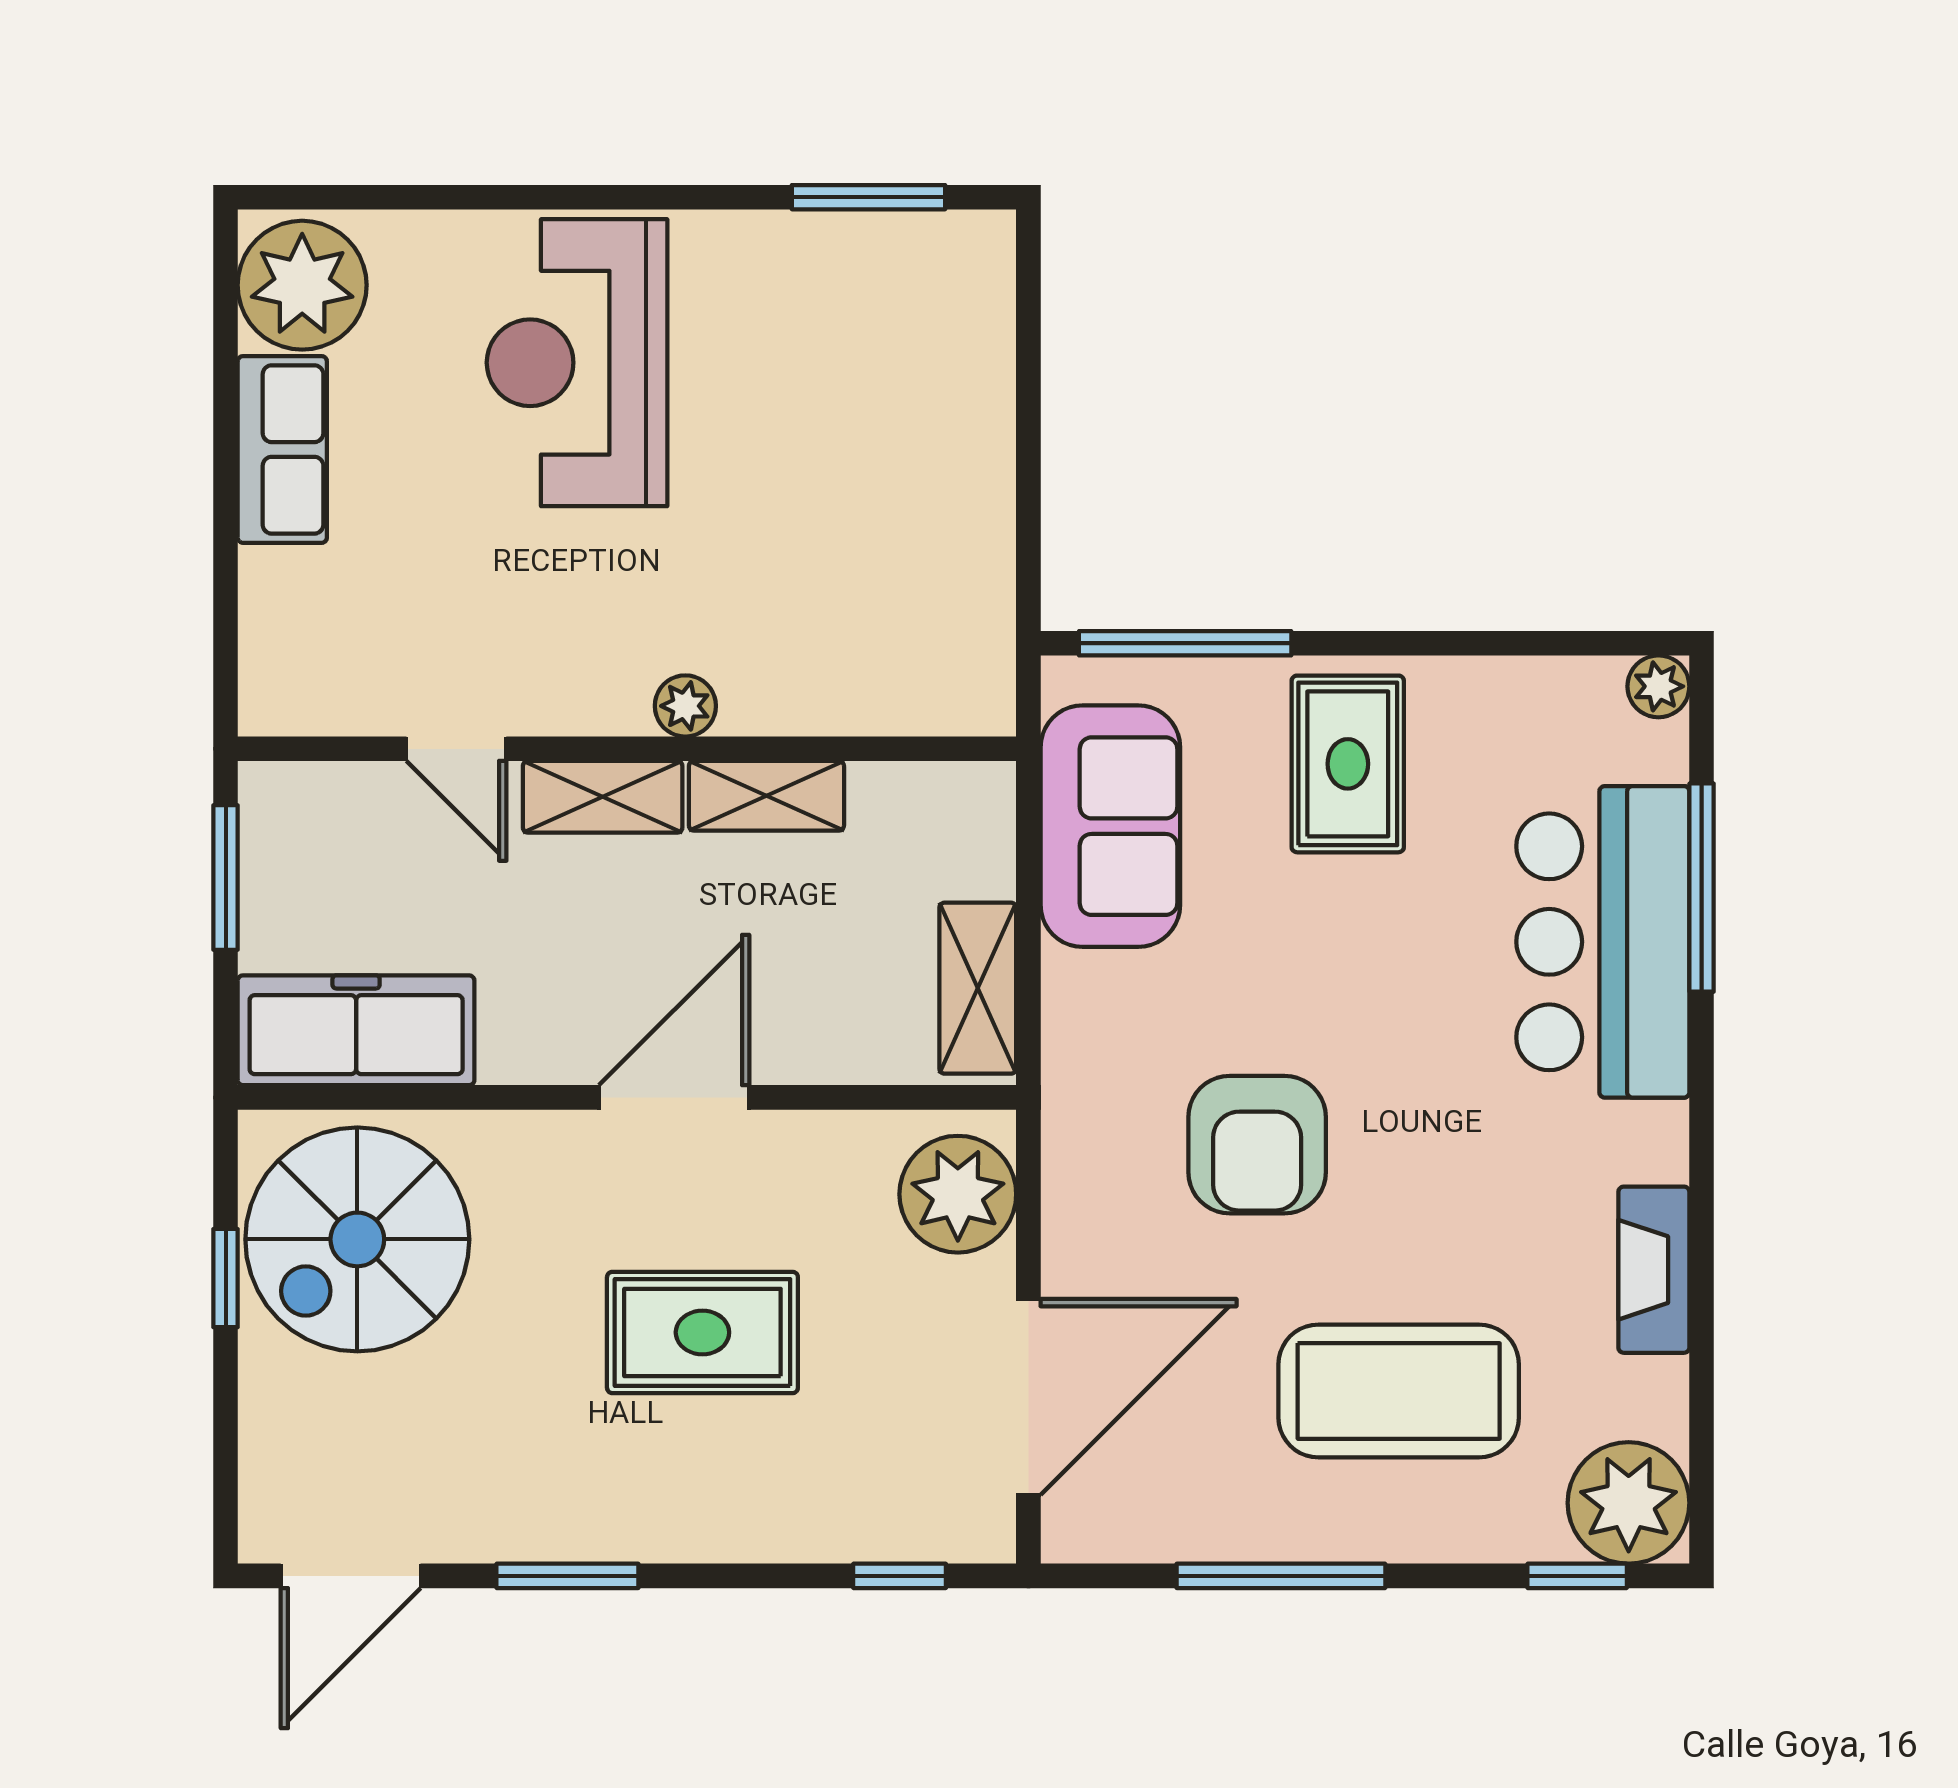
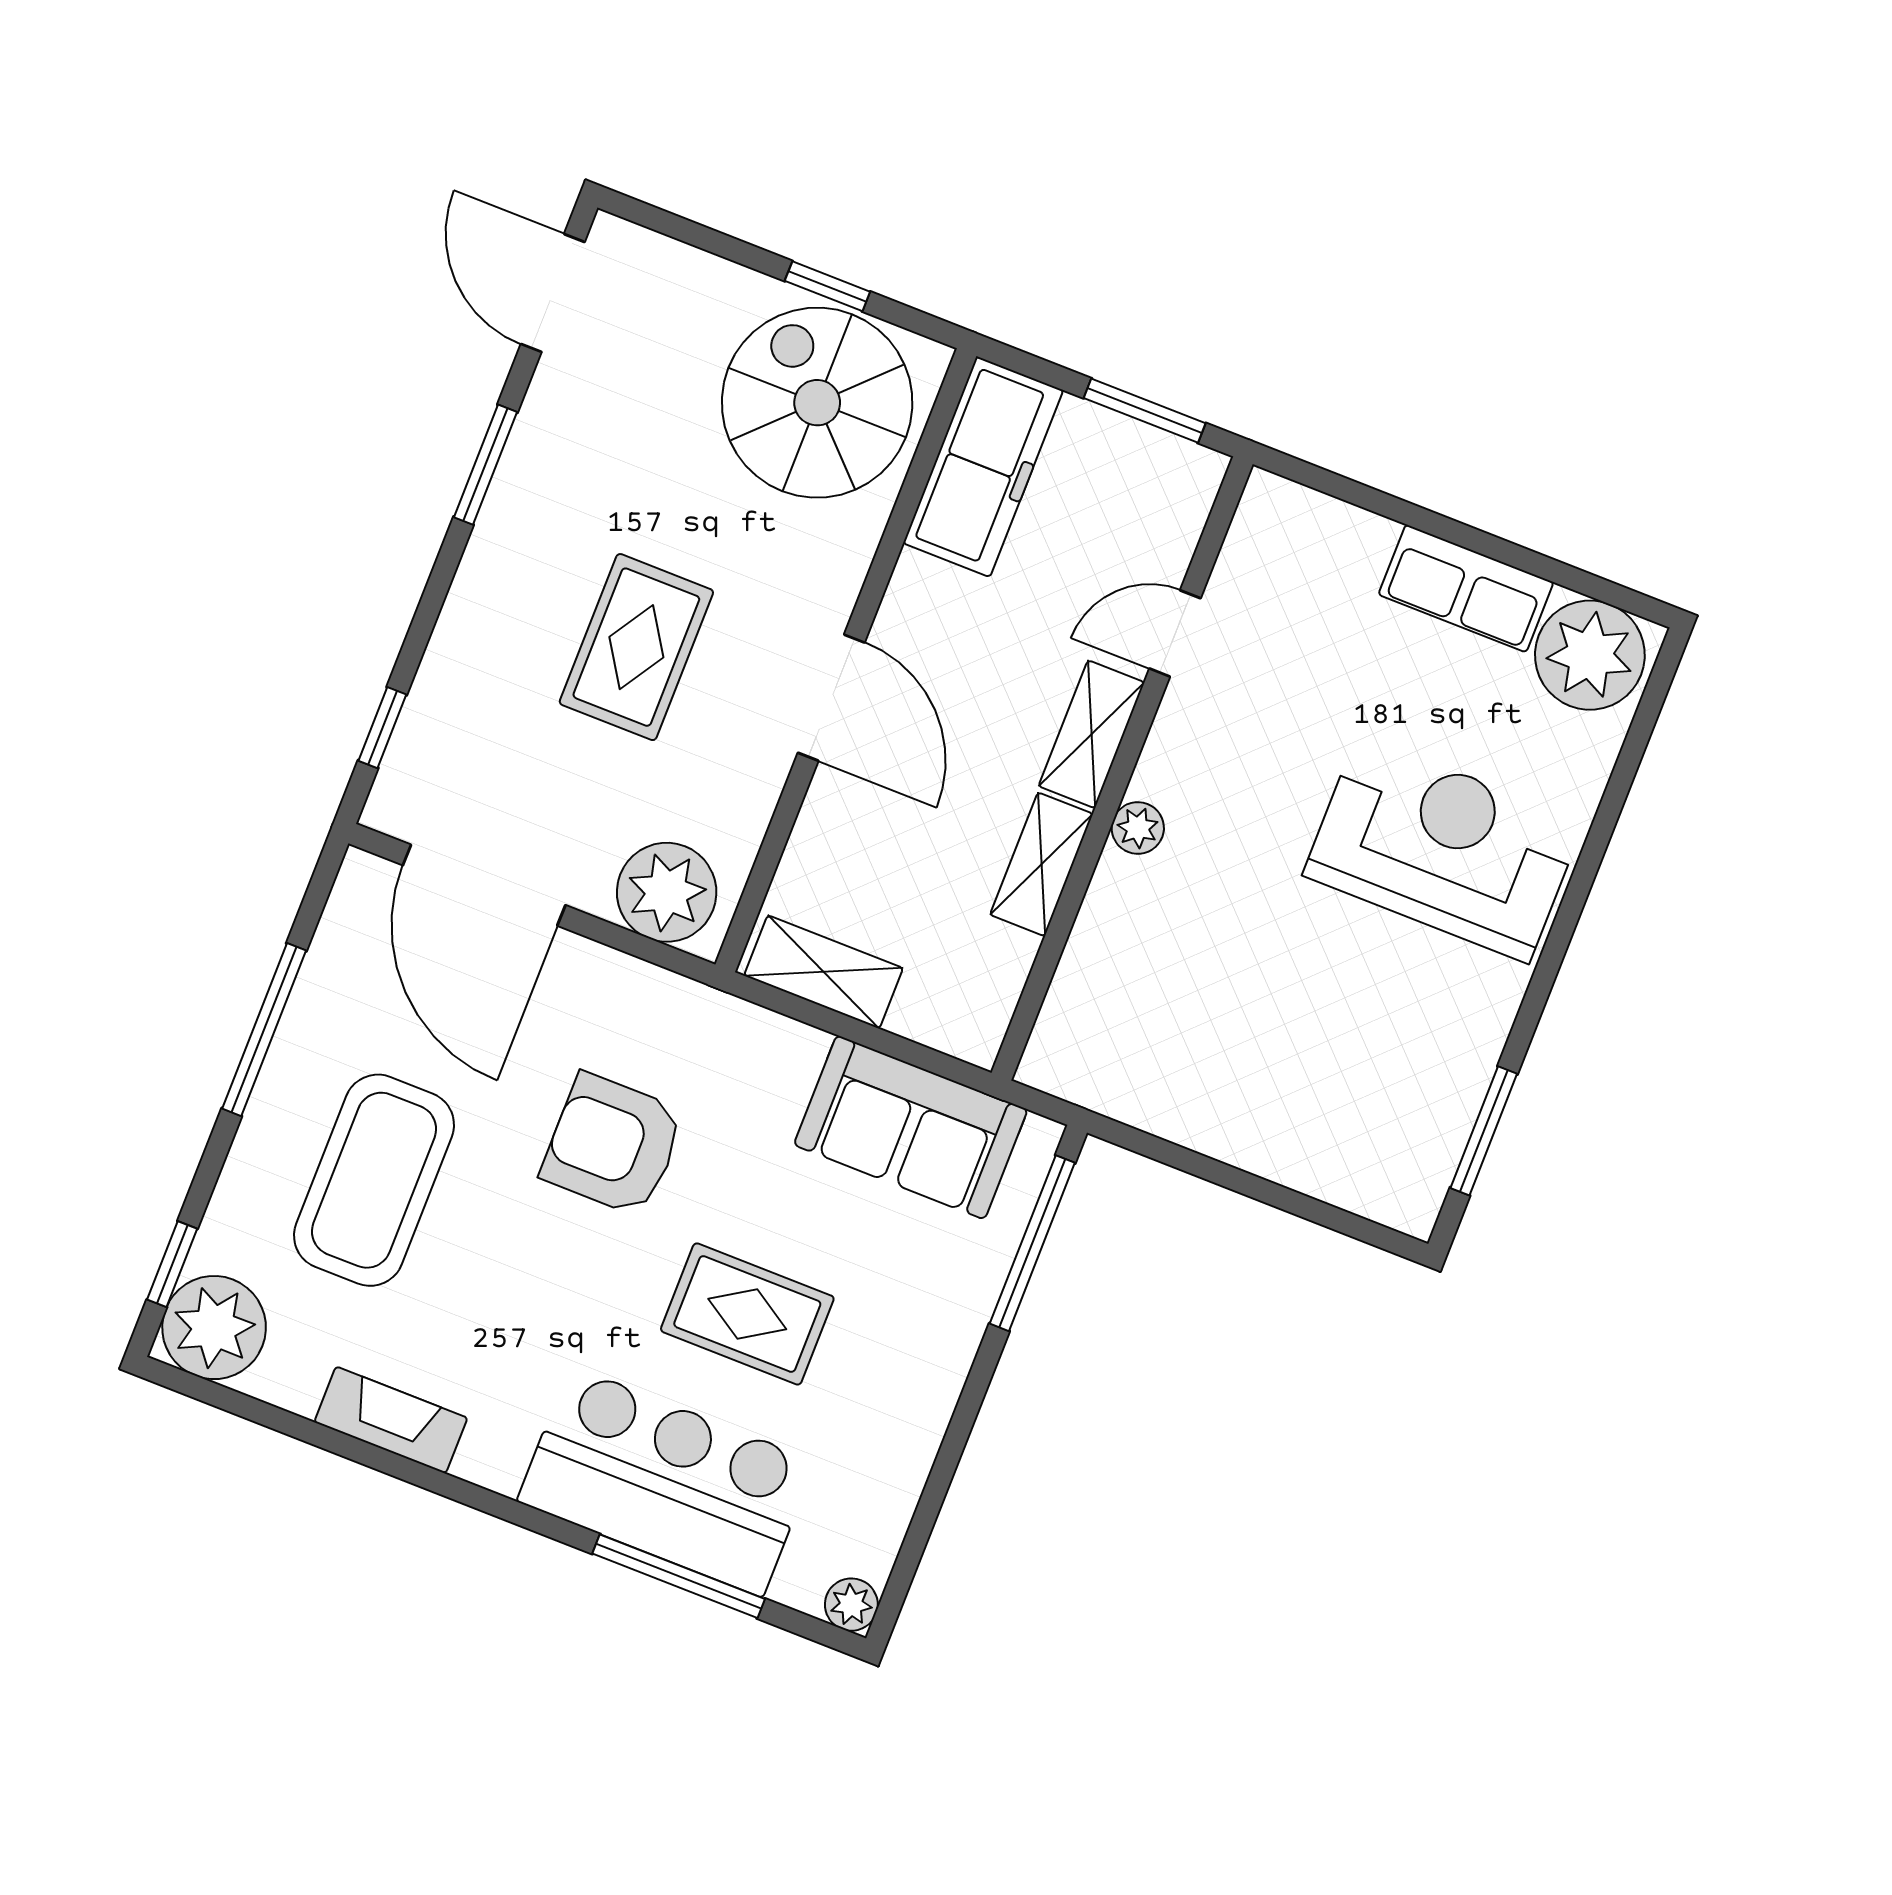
rug: (1348, 764) -> (747, 1314), moved

